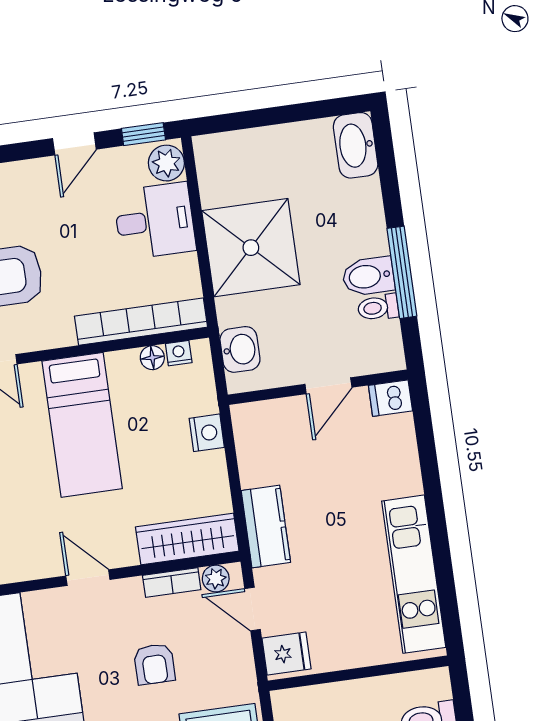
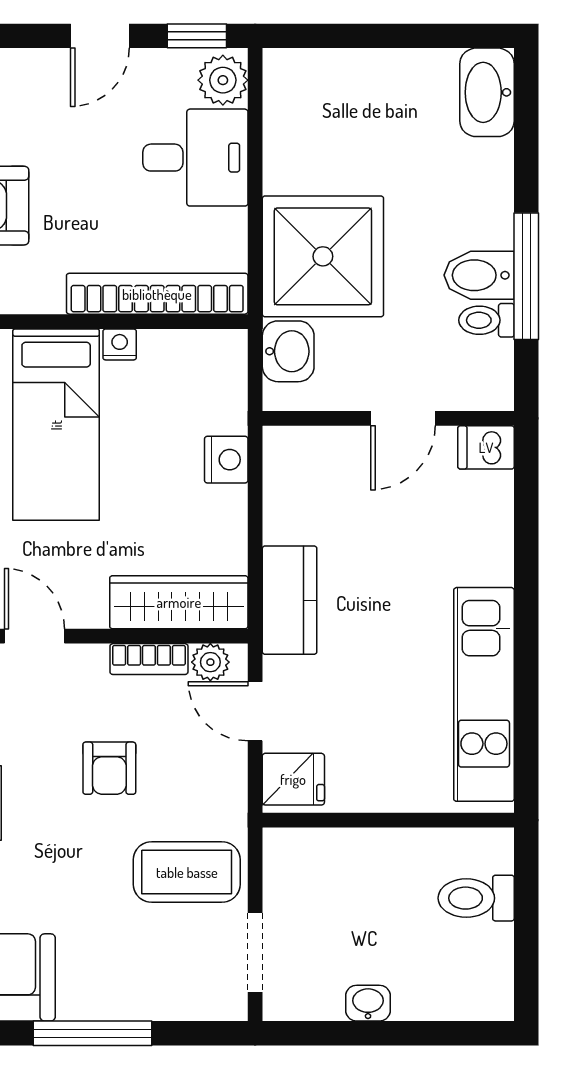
shower: (251, 248) -> (323, 256), moved
nightstand: (179, 353) -> (120, 344), moved
floor lamp: (152, 358) -> (166, 346), removed

